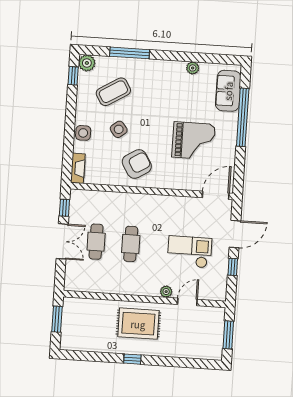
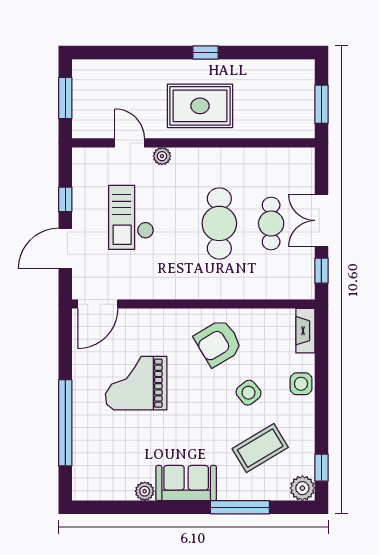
sofa: (228, 91) -> (186, 483), moved, turned -90
cafe table: (131, 244) -> (219, 223), width x1.37, depth x1.35
checkout: (190, 252) -> (131, 217), turned 90
door: (187, 302) -> (130, 143), swing flipped

